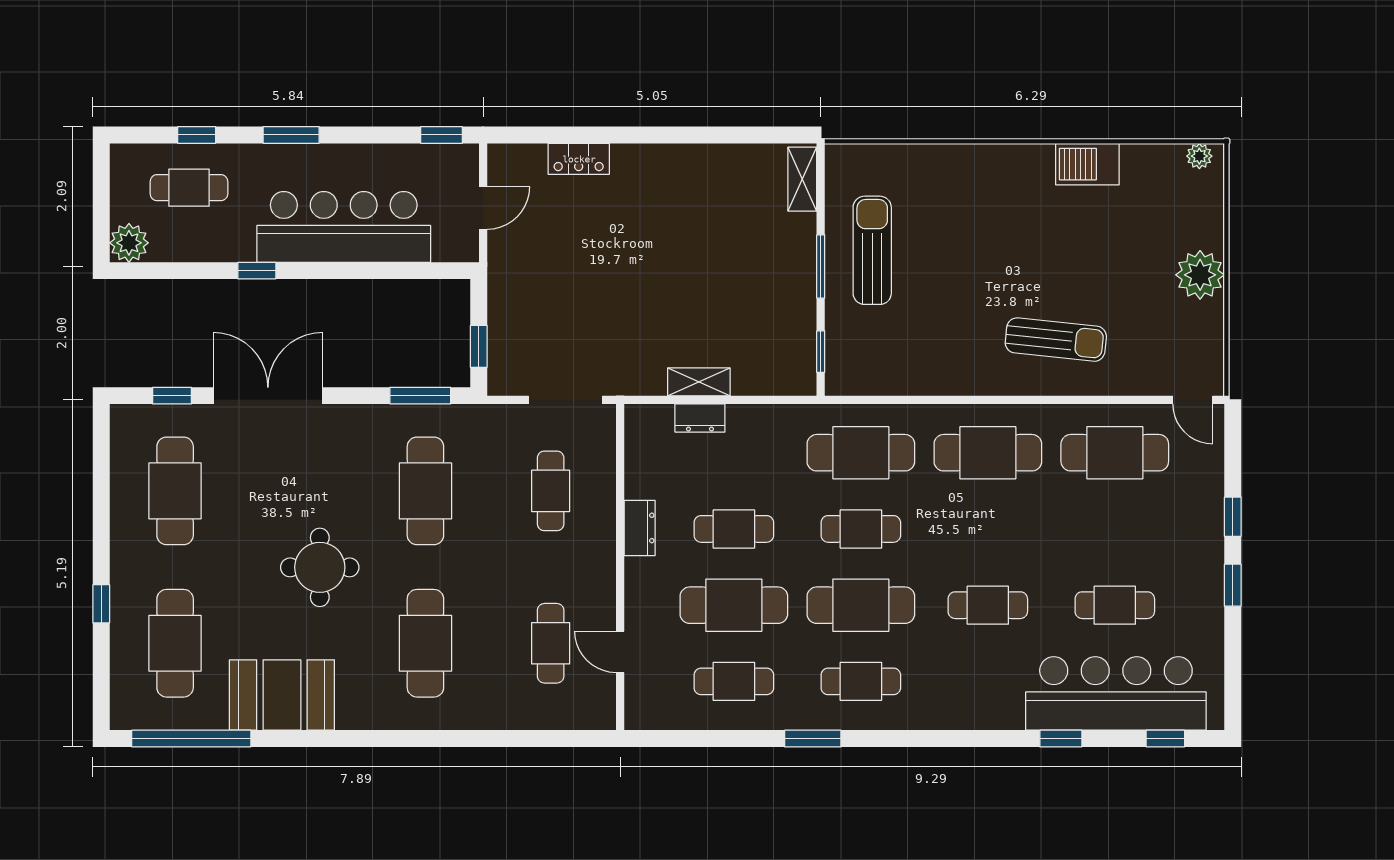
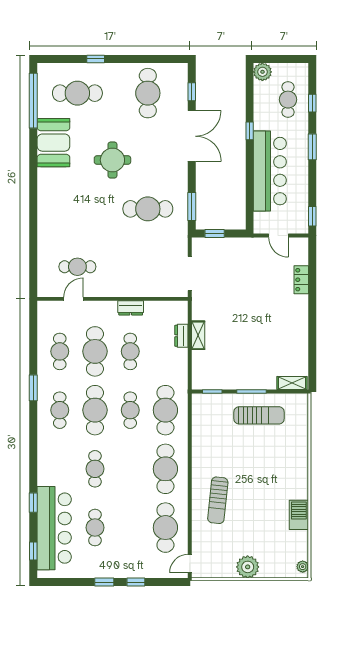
cafe table: (175, 491) -> (148, 93), turned 90
cafe table: (551, 491) -> (148, 267), removed
cafe table: (425, 643) -> (77, 209), removed

